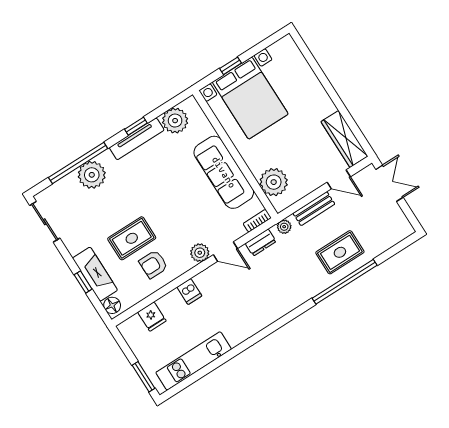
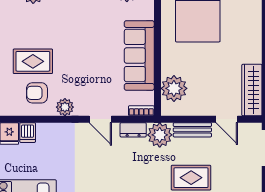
plant: (284, 227) -> (160, 135), width x1.88, depth x1.88
plant: (200, 253) -> (65, 107), moved
dishwasher: (189, 291) -> (28, 133), moved

